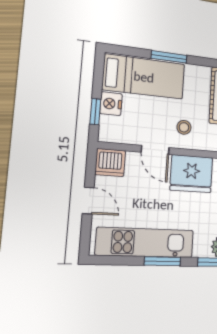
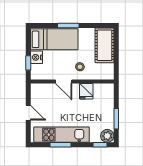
dishwasher: (110, 163) -> (39, 91), removed
fridge: (191, 174) -> (86, 91), width x0.53, depth x0.75
window: (162, 261) -> (61, 145), moved

